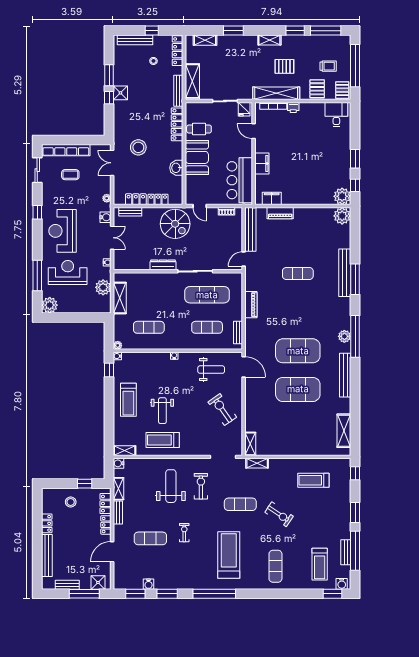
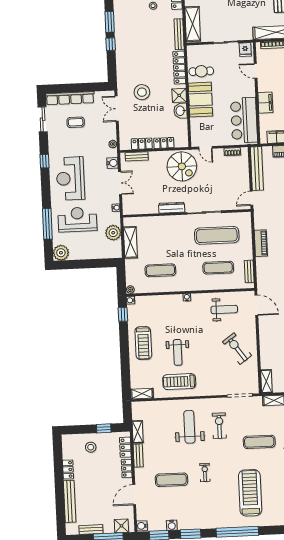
shower: (120, 93) -> (179, 95), moved
water cooler: (119, 463) -> (142, 526), moved

